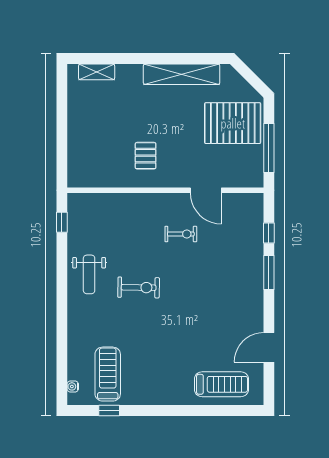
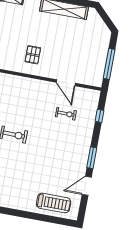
pallet: (233, 123) -> (90, 45), removed
exercise bike: (181, 234) -> (66, 114), moved
window: (269, 272) -> (92, 158), moved

